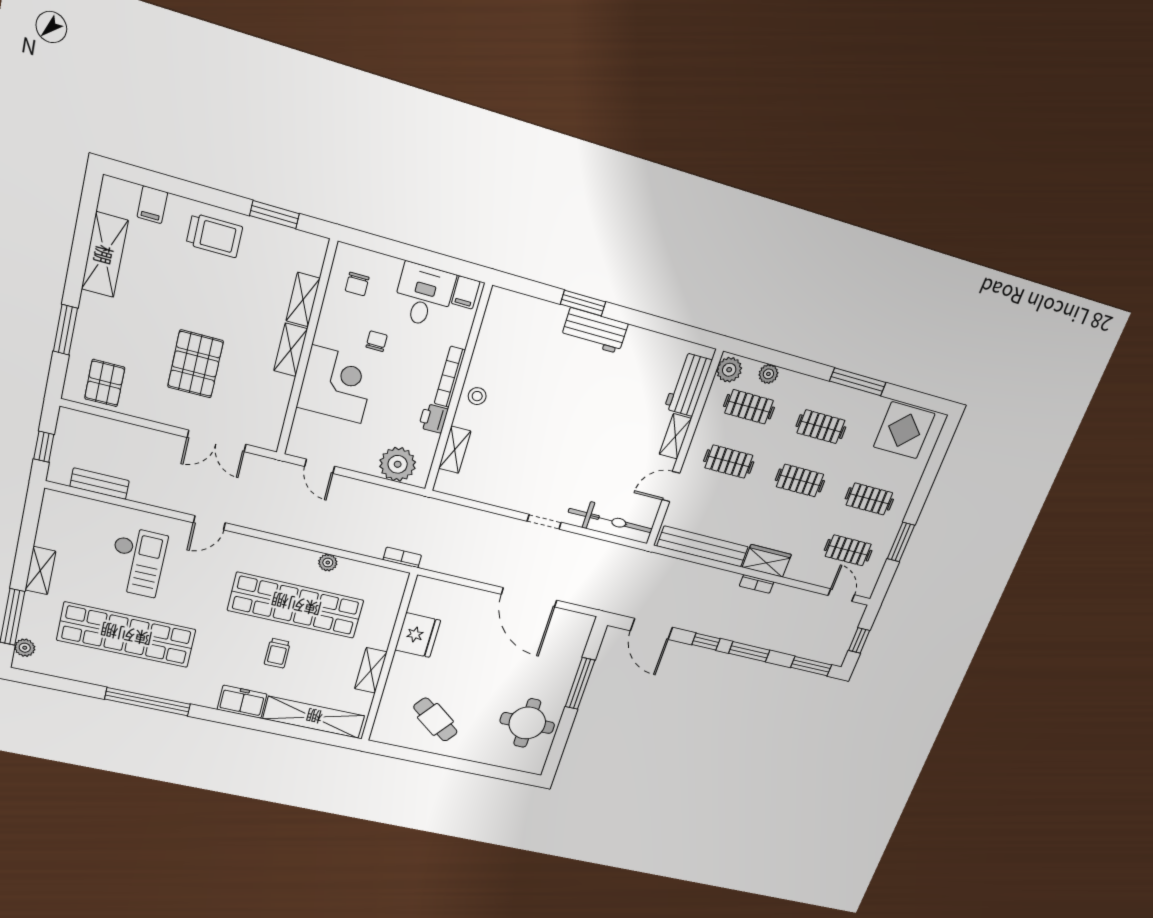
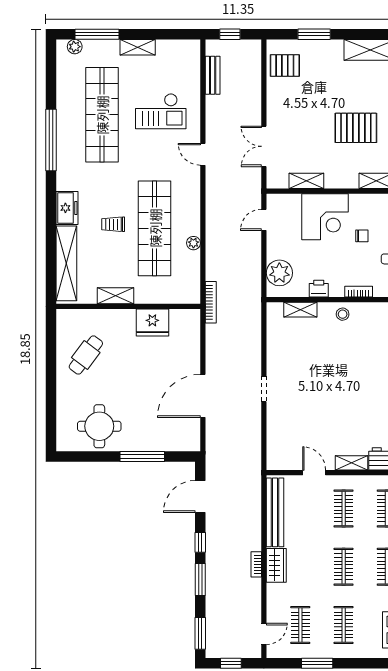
shelving: (291, 350) -> (306, 181), moved
pallet: (196, 364) -> (356, 128), moved
bookcase: (450, 377) -> (359, 292), width x0.64
bicycle: (610, 521) -> (277, 437), removed
bookcase: (402, 557) -> (211, 302), width x1.56

